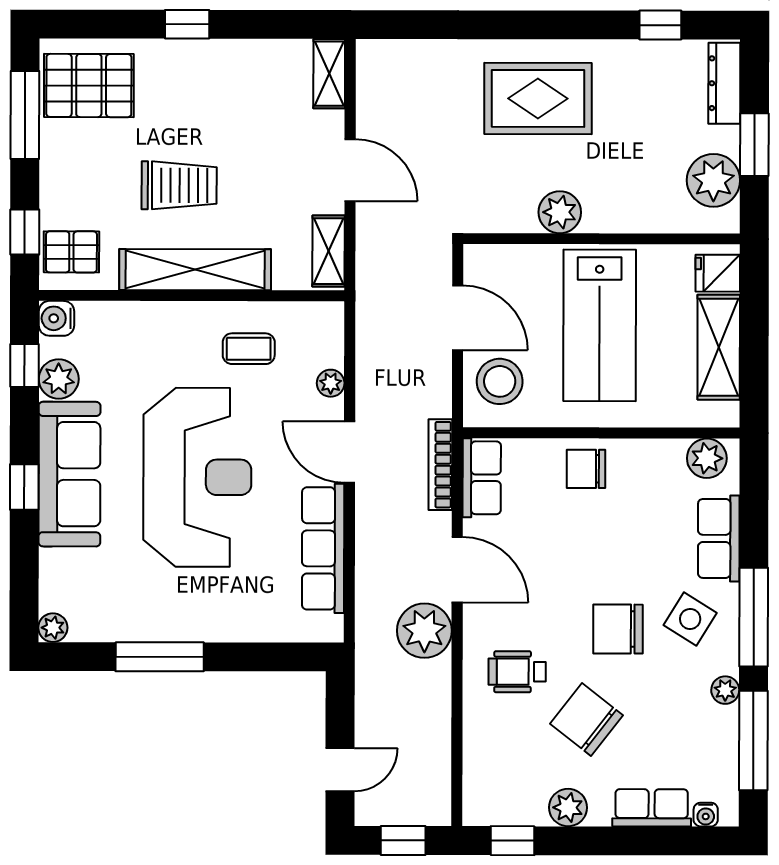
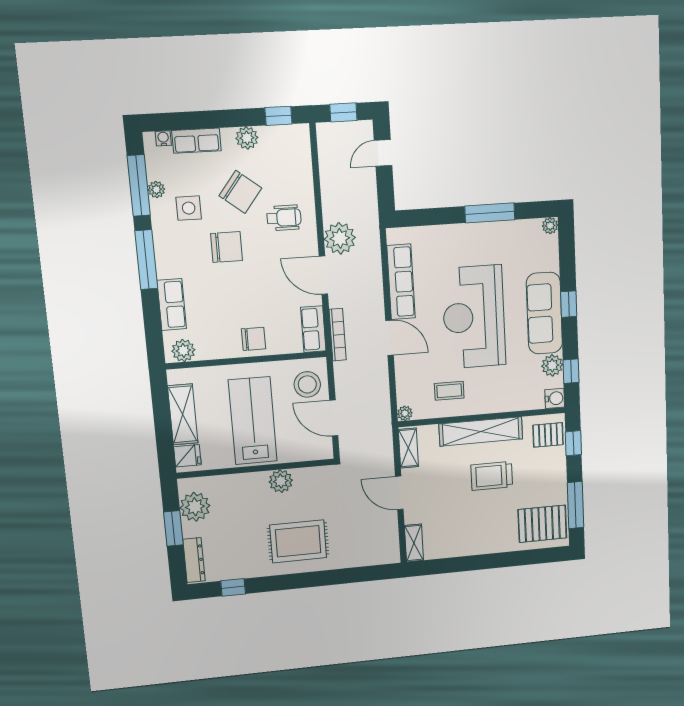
window: (187, 24) -> (492, 561), removed
plant: (331, 383) -> (405, 413), moved
side table: (690, 619) -> (189, 208), moved, turned -32
plant: (725, 690) -> (156, 189), moved

